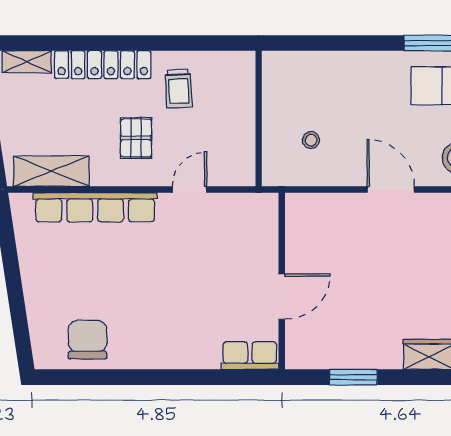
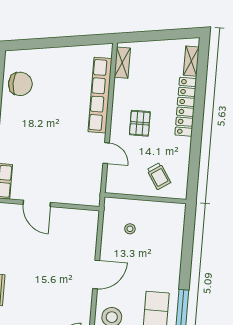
trolley: (179, 89) -> (159, 176), moved, turned -120
pallet: (136, 138) -> (140, 123), turned 90
shelving: (51, 171) -> (122, 63), width x0.67, depth x0.75

